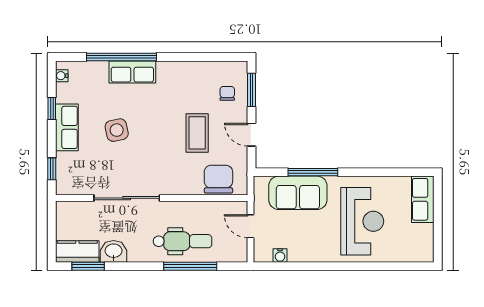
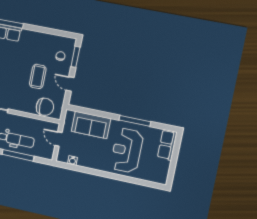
window: (313, 172) -> (135, 121), moved
chair: (218, 179) -> (45, 107), turned 90
reception desk: (362, 221) -> (127, 150), turned 180

